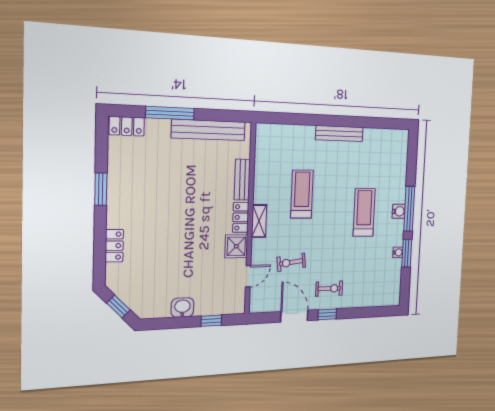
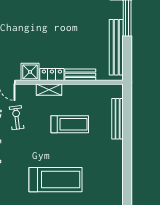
bench: (339, 133) -> (118, 119), moved
treadmill: (364, 212) -> (55, 180), width x1.37, depth x1.38

